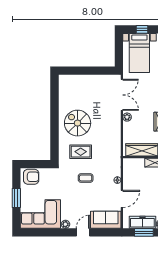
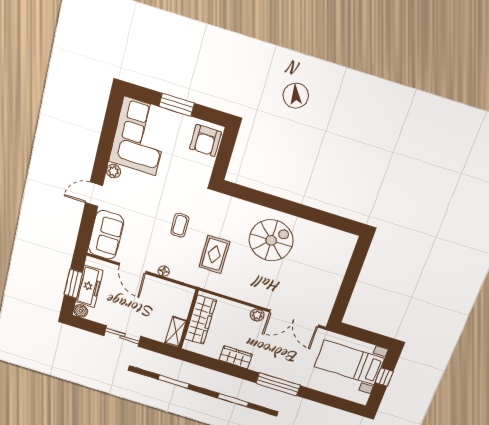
rug: (81, 152) -> (214, 254), moved
door: (83, 232) -> (94, 194), swing flipped

